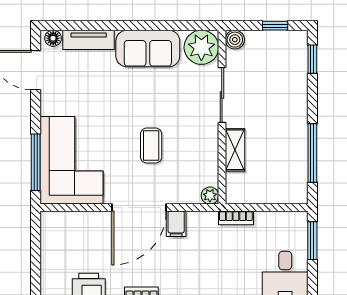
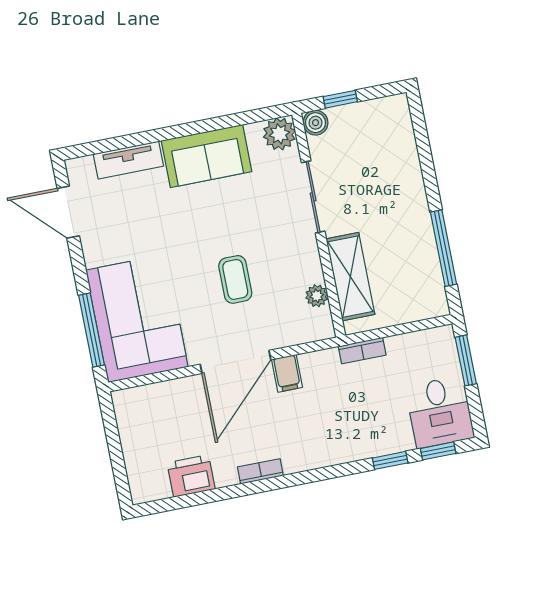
window: (275, 26) -> (340, 99), moved
floor lamp: (53, 38) -> (82, 167), removed
plant: (201, 47) -> (279, 134), width x0.73, depth x0.73
window: (312, 59) -> (420, 128), removed
shelving: (235, 150) -> (350, 277), width x1.50, depth x1.33
plant: (210, 196) -> (317, 296), moved

